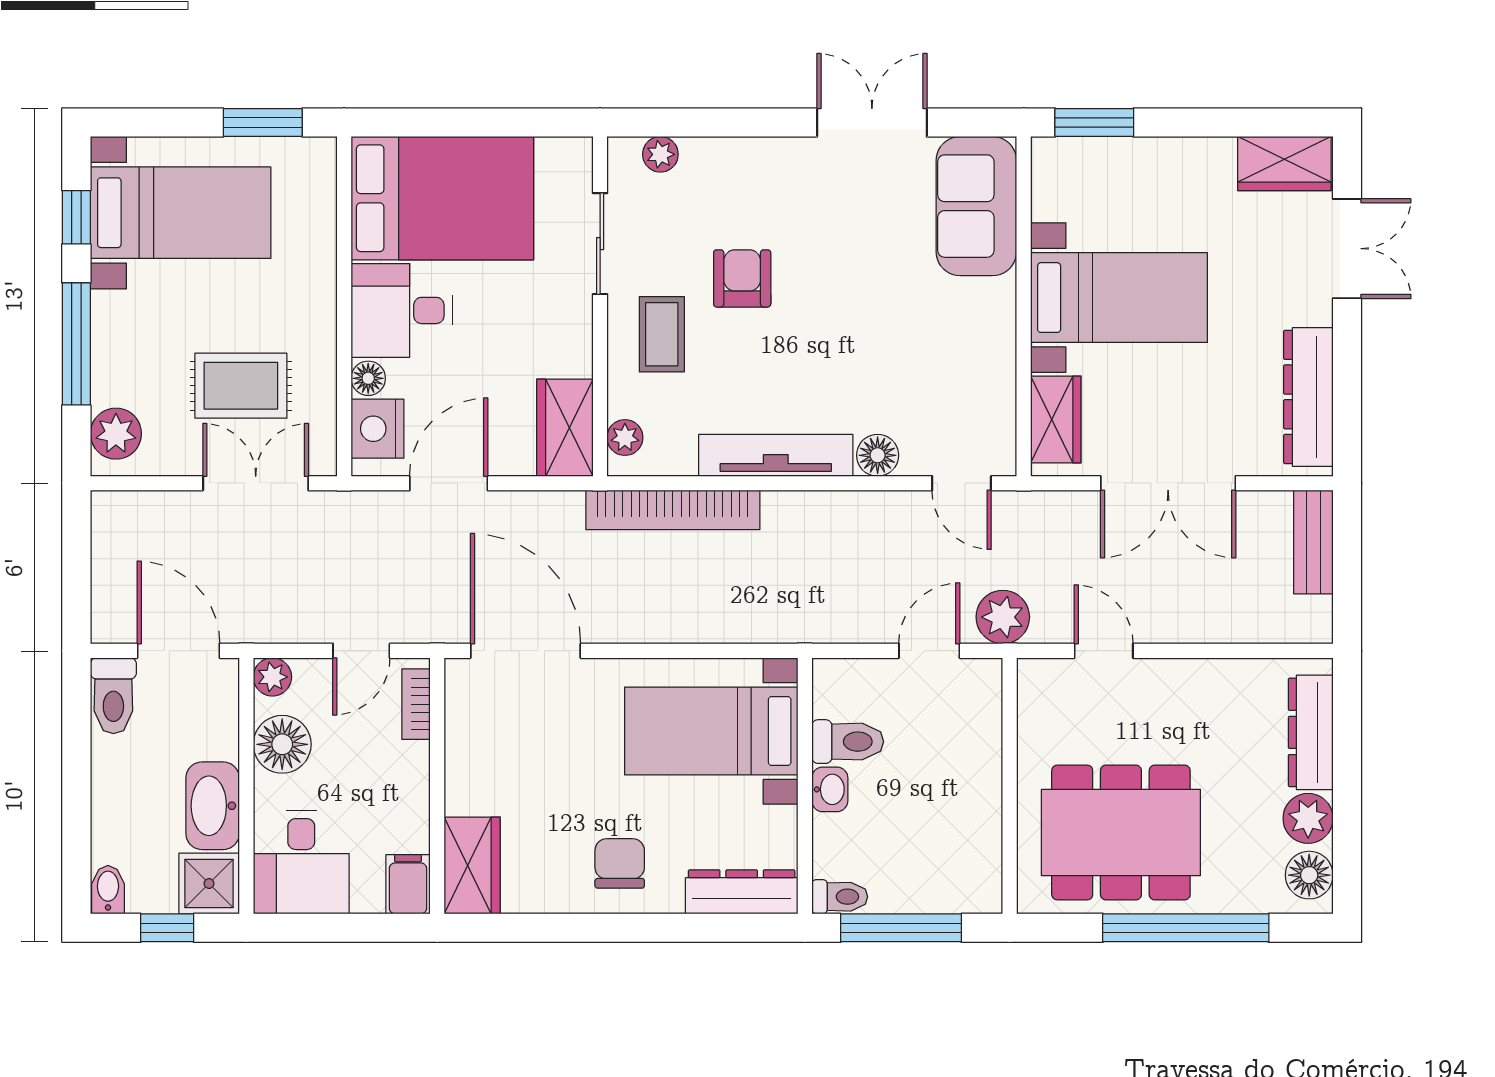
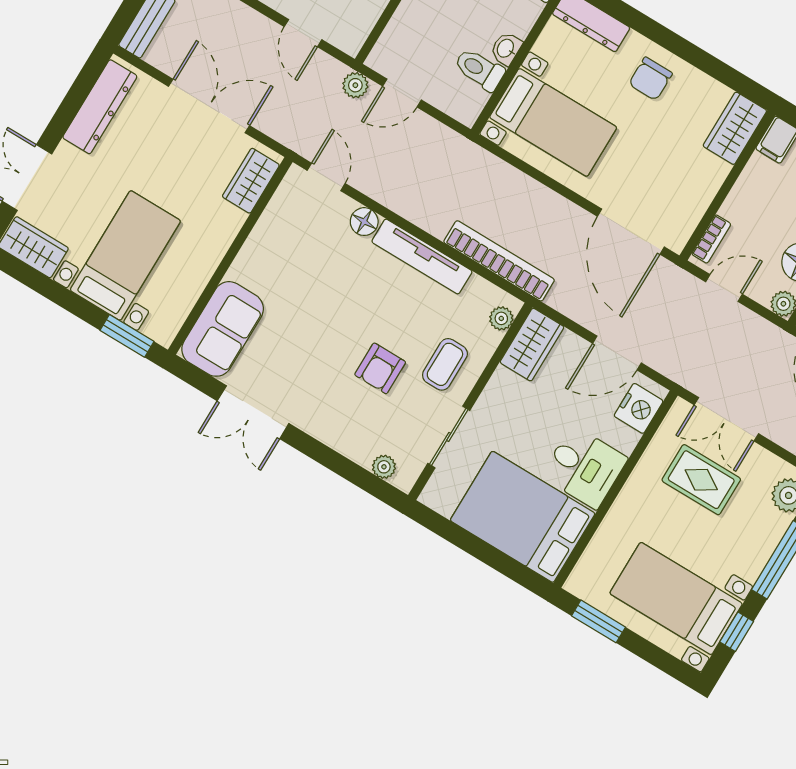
bed with nightstands: (1119, 298) -> (125, 255), moved, turned 90
floor lamp: (368, 378) -> (627, 440), removed
plant: (1003, 617) -> (355, 85), width x0.73, depth x0.73

